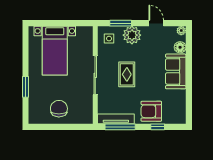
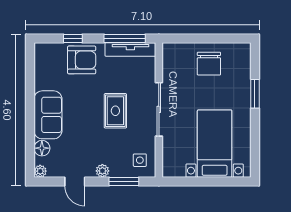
plant: (132, 35) -> (102, 171), width x0.53, depth x0.53

